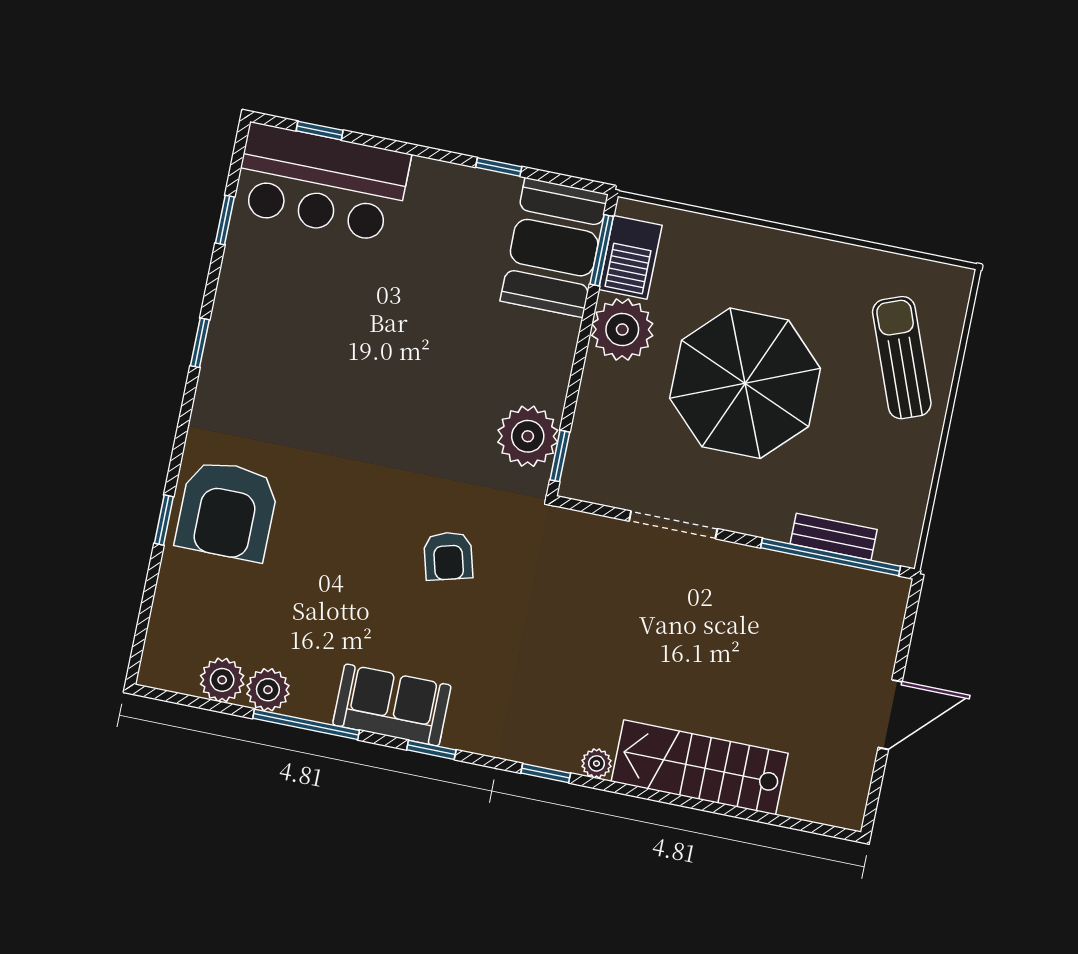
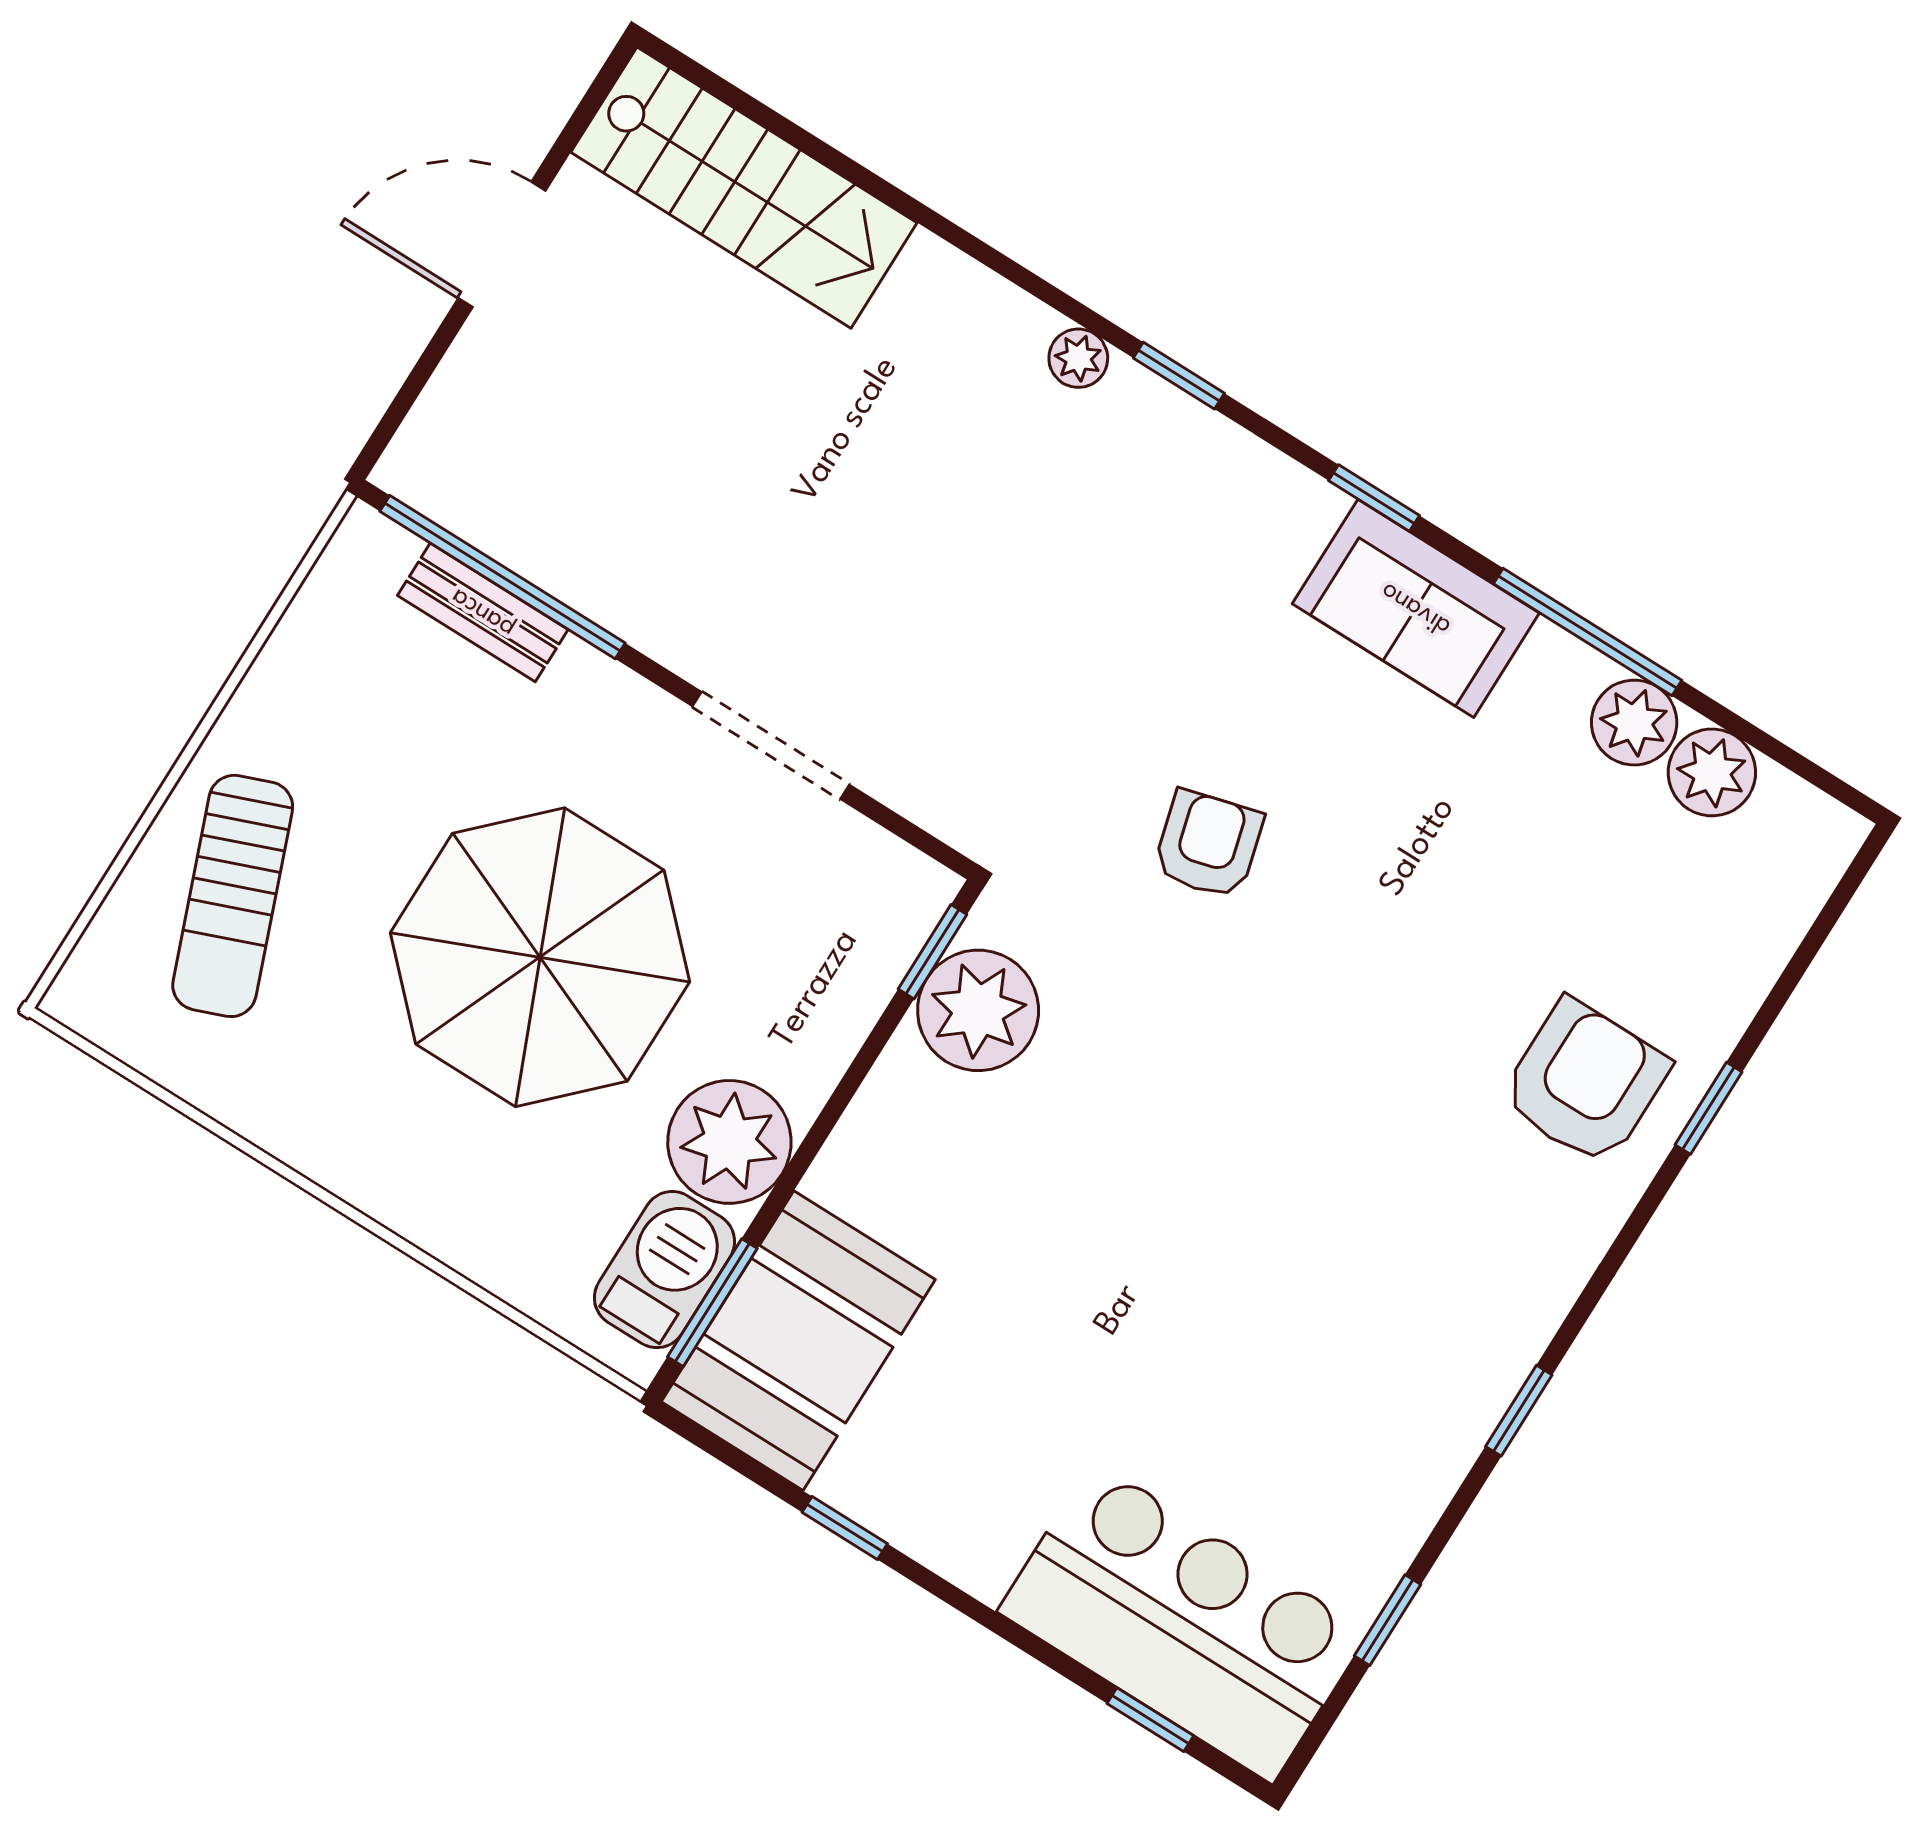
armchair: (227, 510) -> (1585, 1082), width x0.73, depth x0.73
stairs: (700, 767) -> (744, 188), moved

